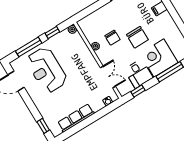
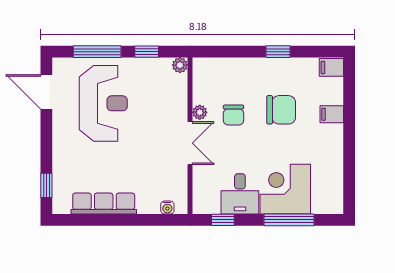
chair: (137, 37) -> (281, 110), moved, turned -90
reception desk: (47, 70) -> (103, 103), turned 180
double door: (108, 77) -> (190, 143), moved

